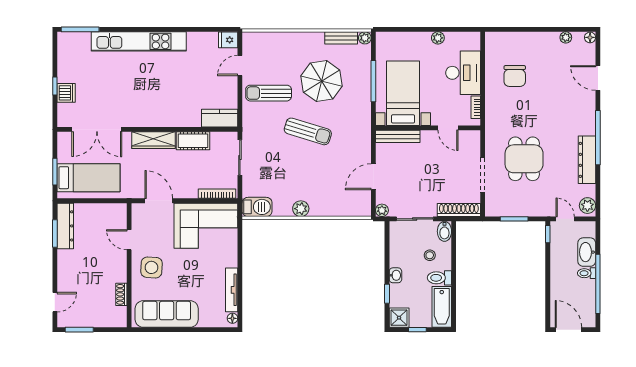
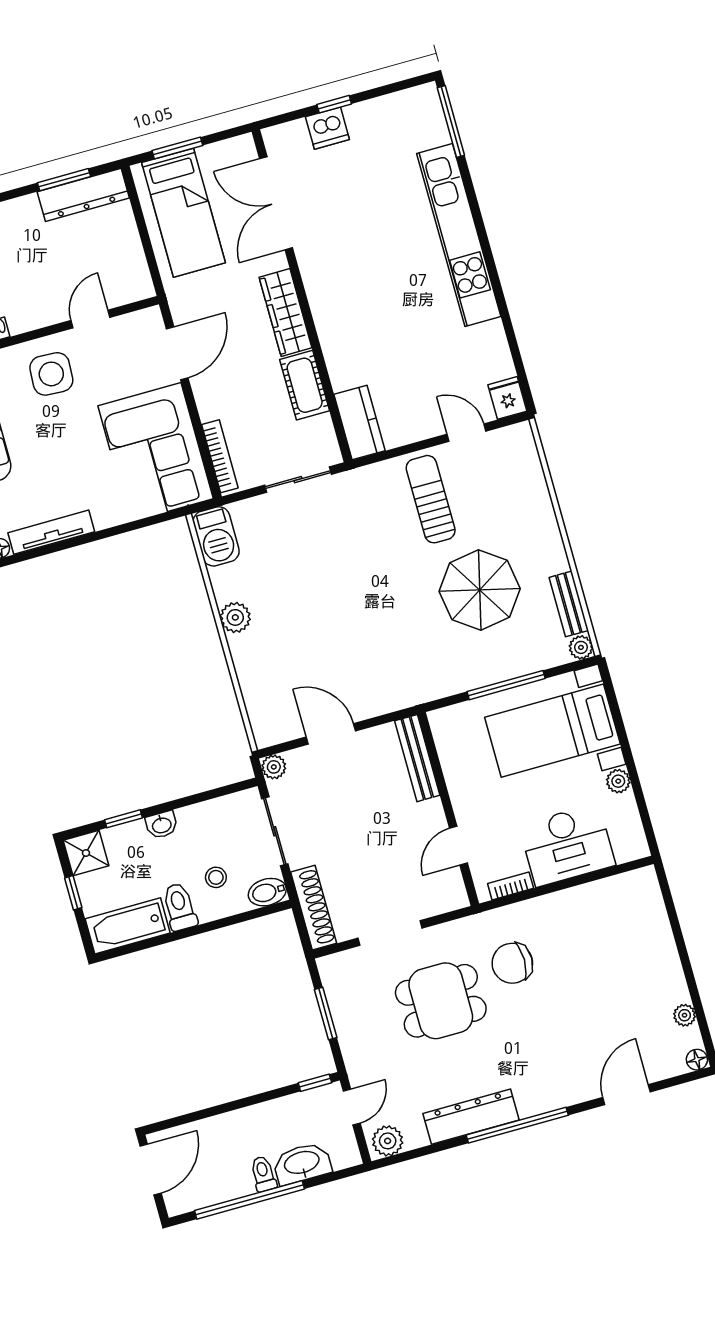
chair: (515, 76) -> (512, 963), moved
bed with nightstands: (403, 93) -> (552, 731), moved, turned 180
sun lounger: (308, 131) -> (380, 591), removed

